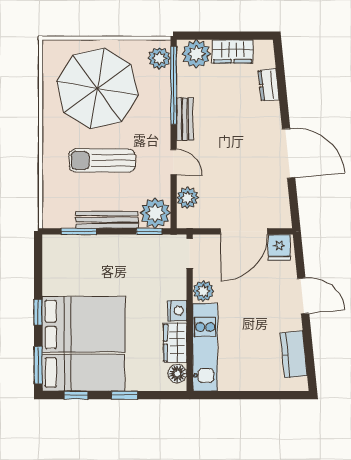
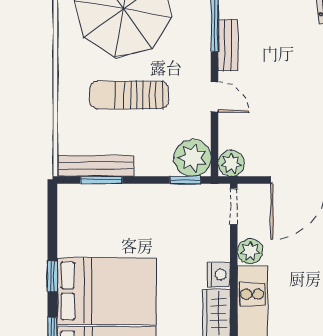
plant: (188, 198) -> (231, 163), moved
bench: (107, 220) -> (96, 166), moved

